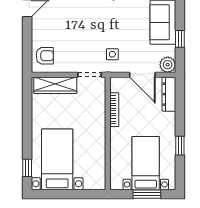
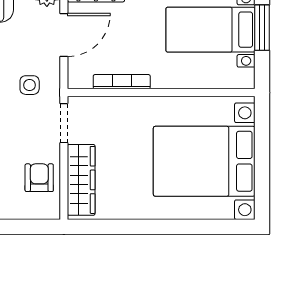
armchair: (45, 56) -> (39, 178), moved
bed with nightstands: (57, 159) -> (204, 161), width x1.36
window: (27, 168) -> (219, 227), removed

